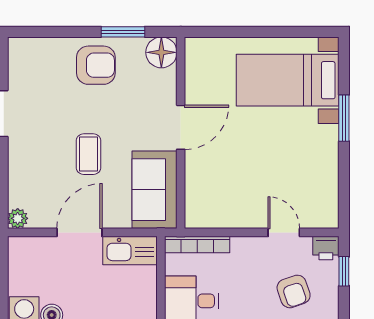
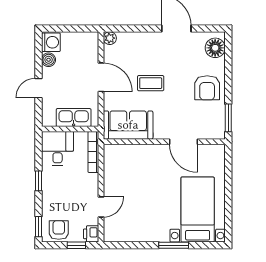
window: (123, 32) -> (228, 118), moved
floor lamp: (161, 52) -> (215, 48), moved
door: (181, 127) -> (183, 142), moved
kitchen sink: (130, 250) -> (74, 118), moved, turned 90
armchair: (294, 291) -> (59, 230), moved, turned 109

